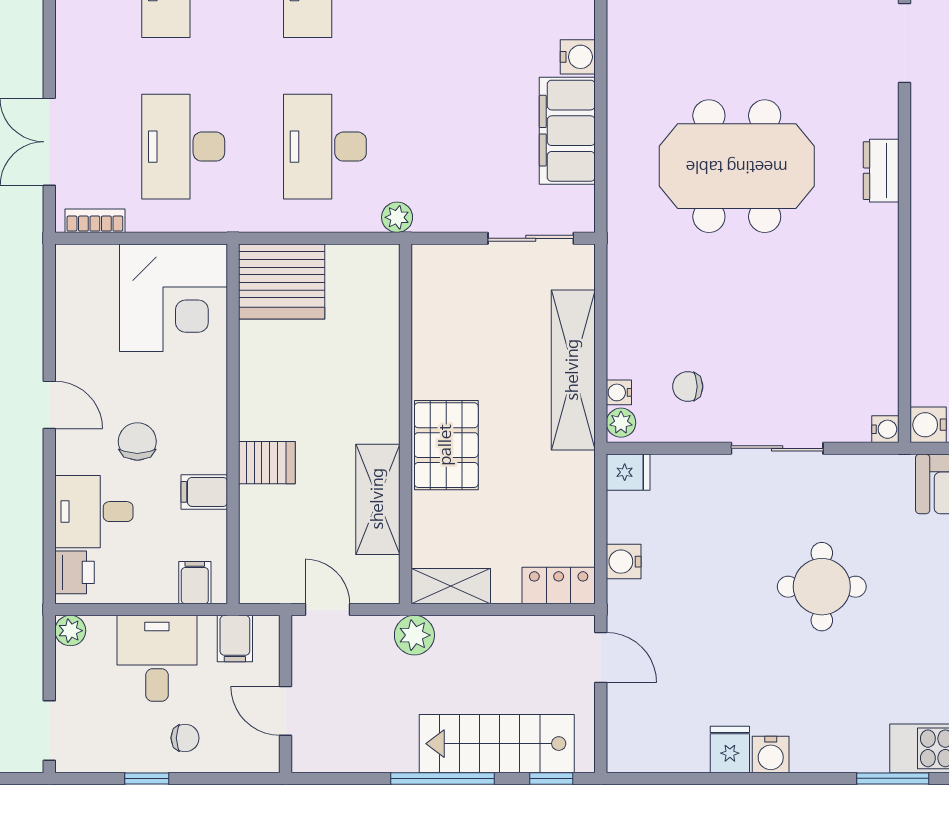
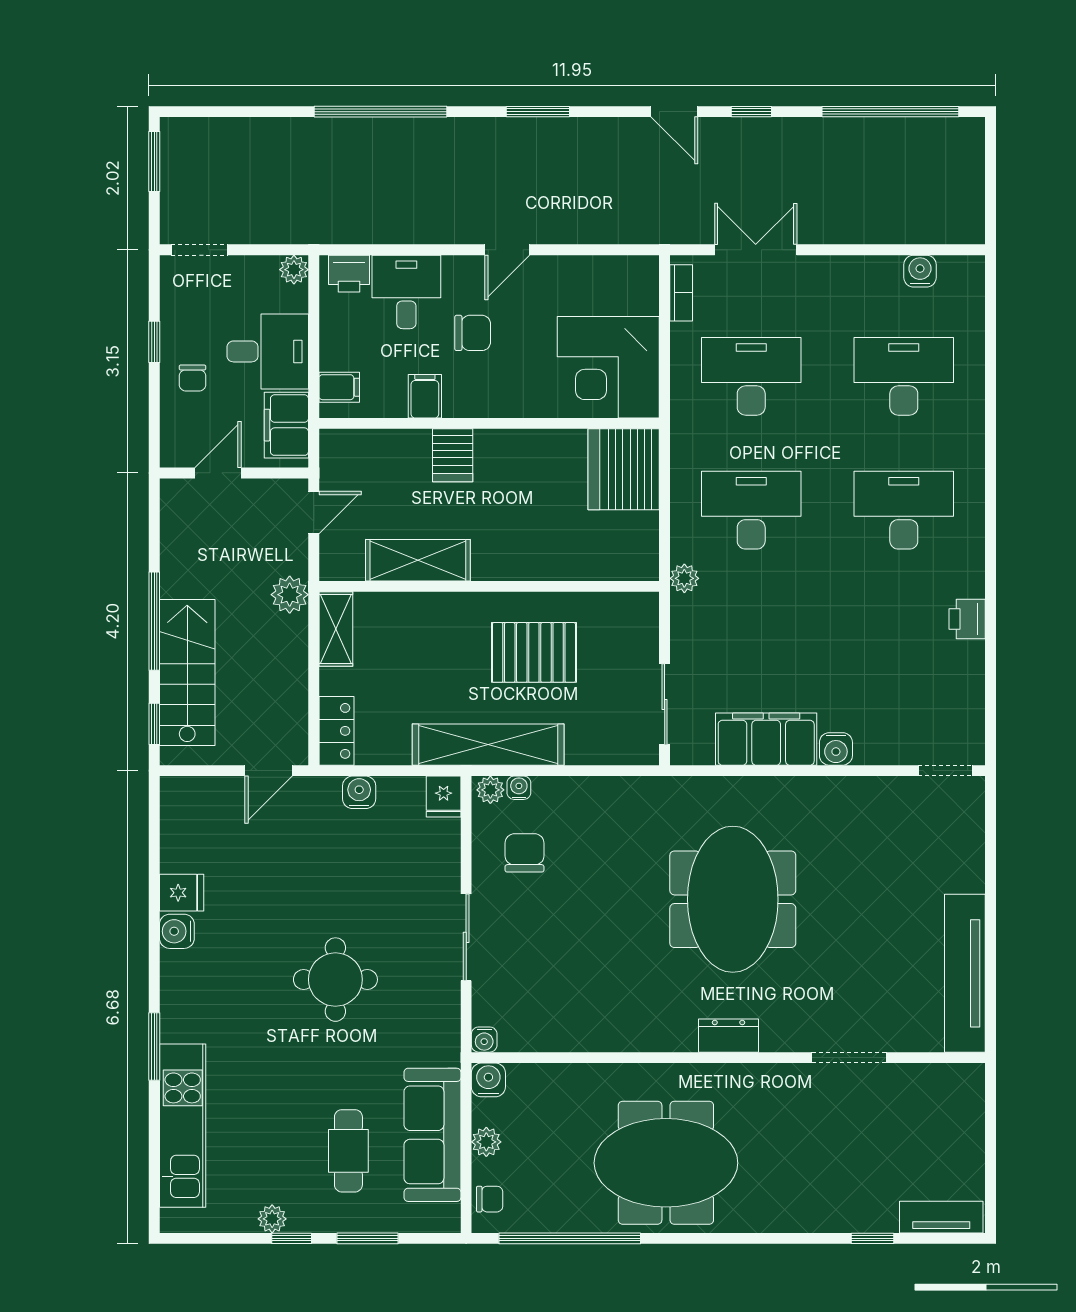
shelving: (573, 370) -> (488, 745), moved
chair: (688, 387) -> (525, 853), width x1.37, depth x1.37
pallet: (446, 445) -> (534, 652), moved
filing cabinet: (235, 639) -> (286, 425), width x2.00

